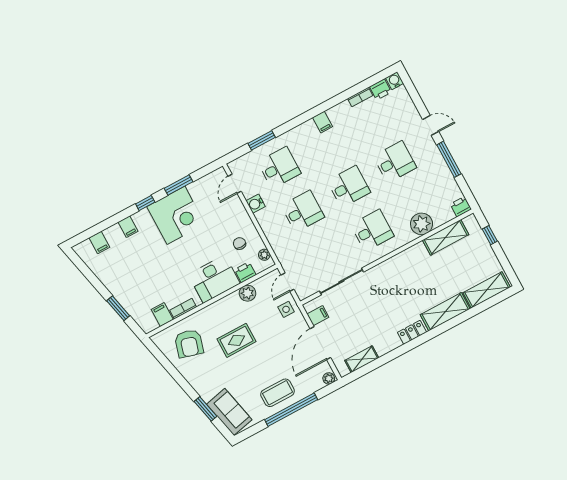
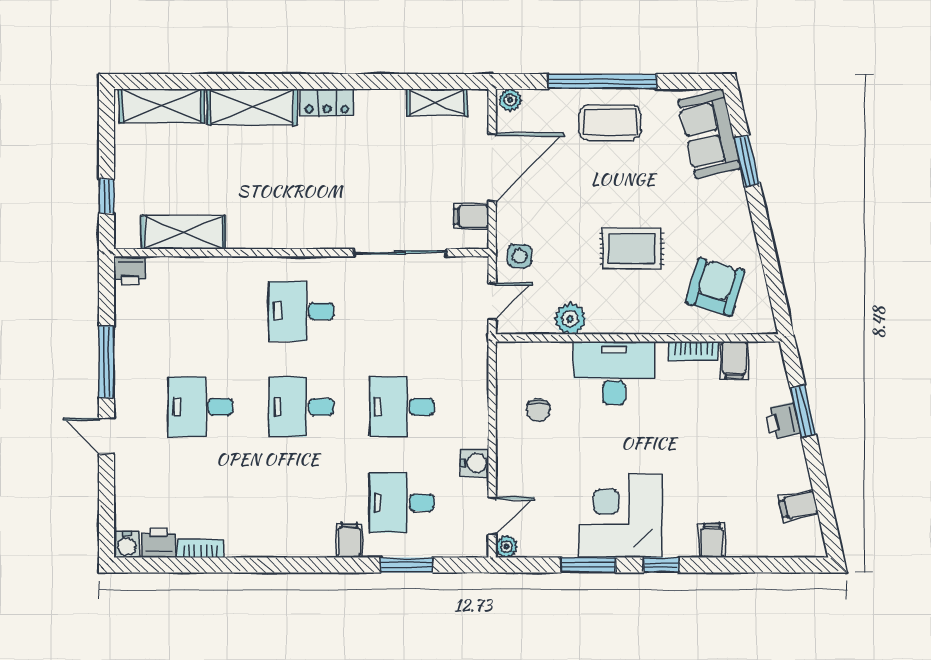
filing cabinet: (322, 122) -> (349, 540), moved
plant: (422, 224) -> (212, 277), removed
filing cabinet: (99, 242) -> (798, 505), moved, turned -103
plant: (264, 255) -> (507, 547), moved
printer: (245, 272) -> (783, 421), moved, turned 77

